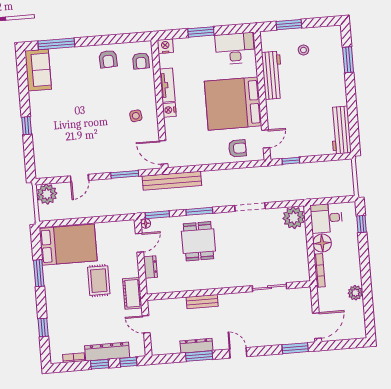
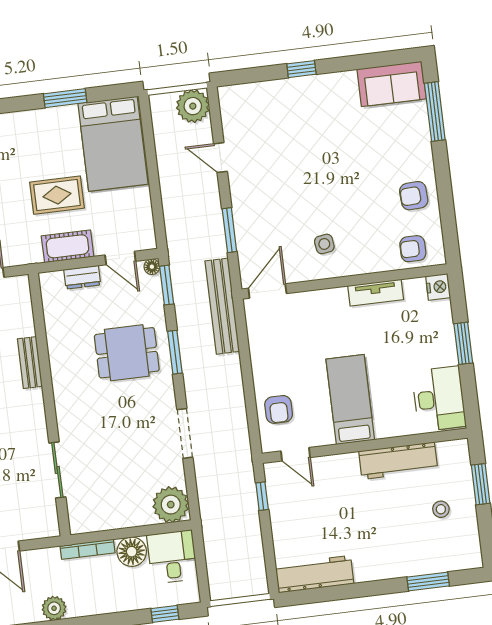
bed: (233, 104) -> (350, 399), width x0.49
nightstand: (169, 110) -> (336, 297), removed
cot: (132, 293) -> (68, 246), moved

